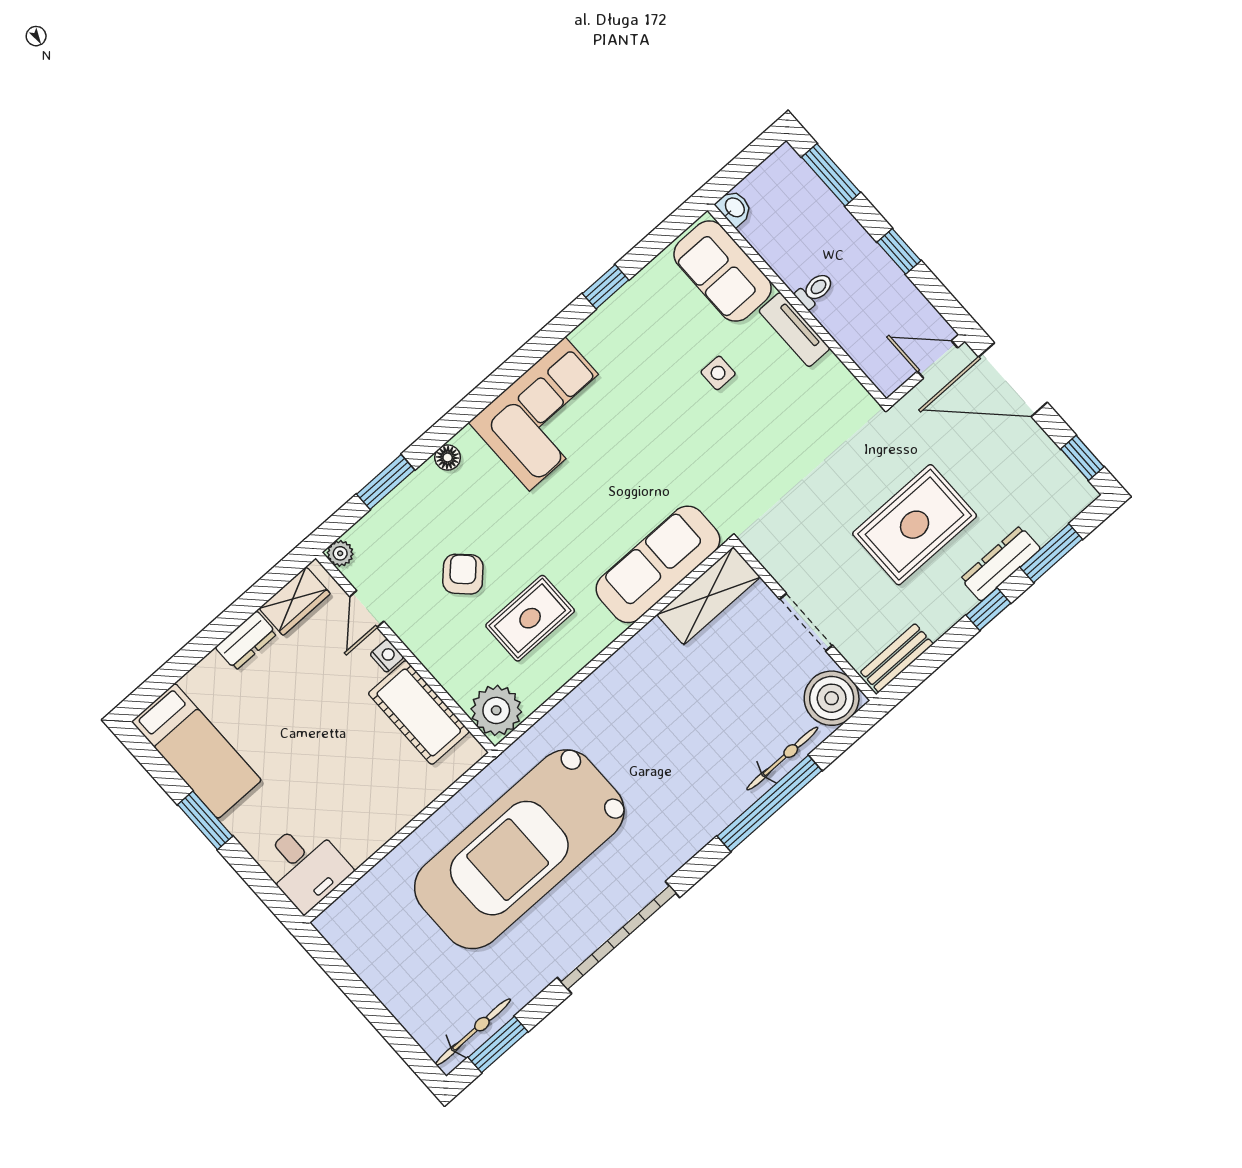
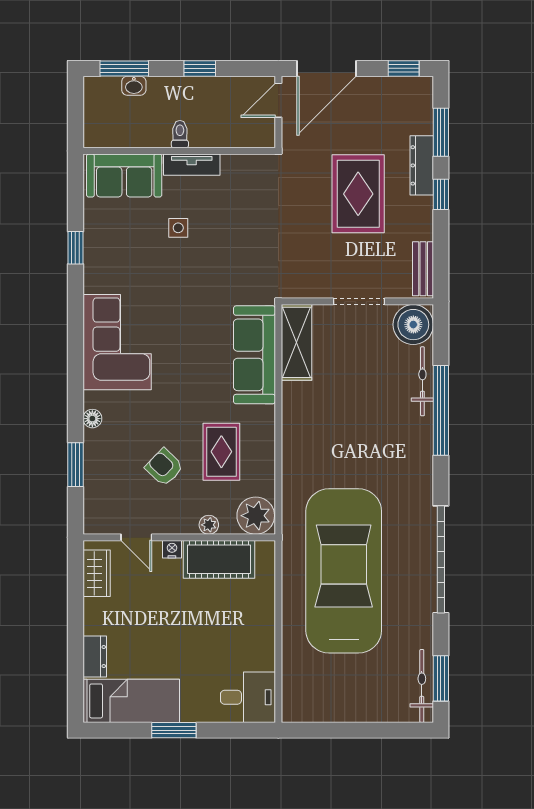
washbasin: (734, 208) -> (134, 86), moved, turned 180
plant: (340, 553) -> (209, 525), moved
dresser: (246, 641) -> (95, 657), moved
car: (519, 849) -> (344, 571), turned 180

